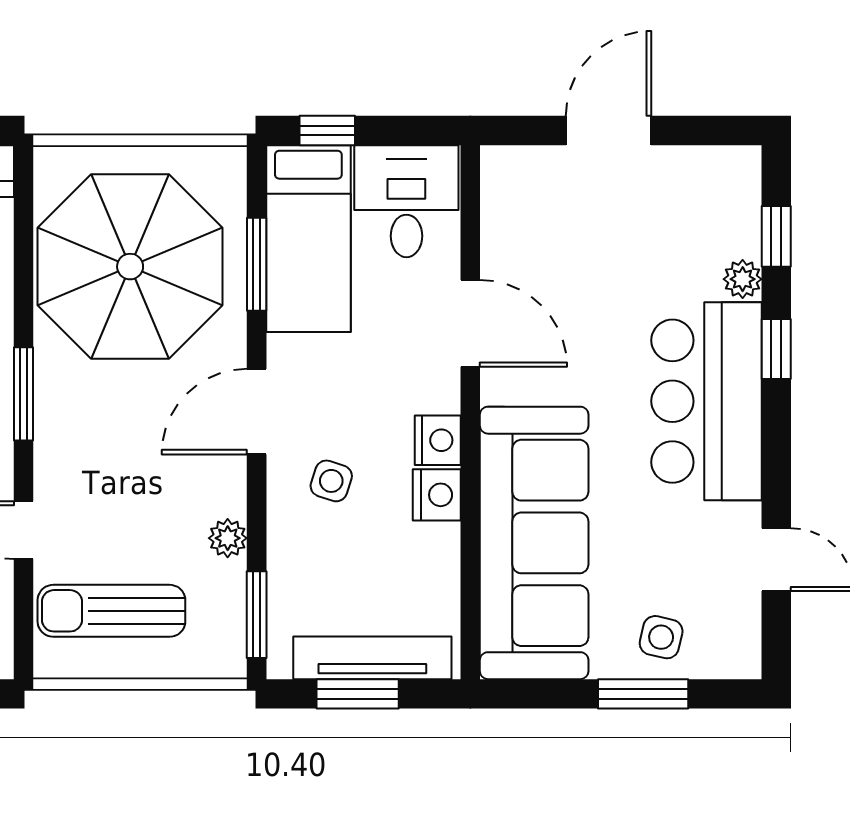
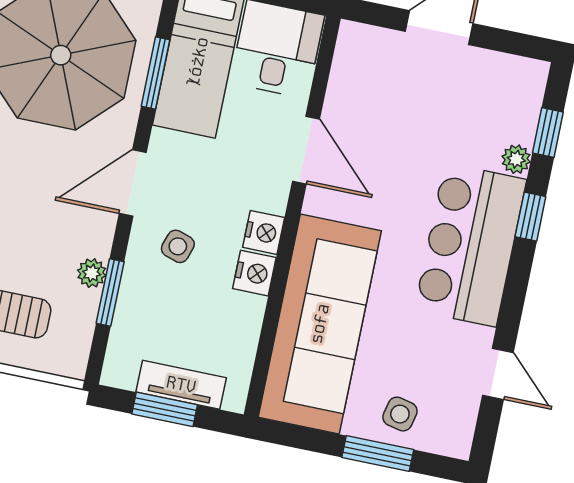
window: (257, 615) -> (110, 293), moved
tv unit: (372, 658) -> (181, 385), width x0.71

